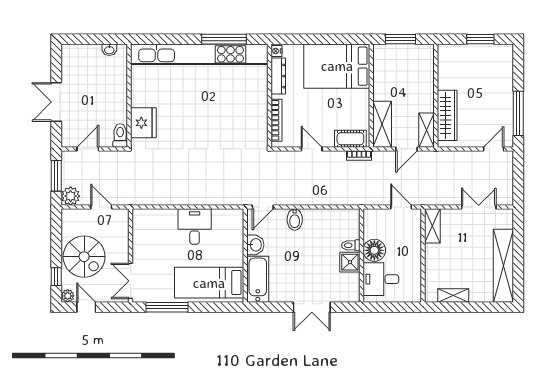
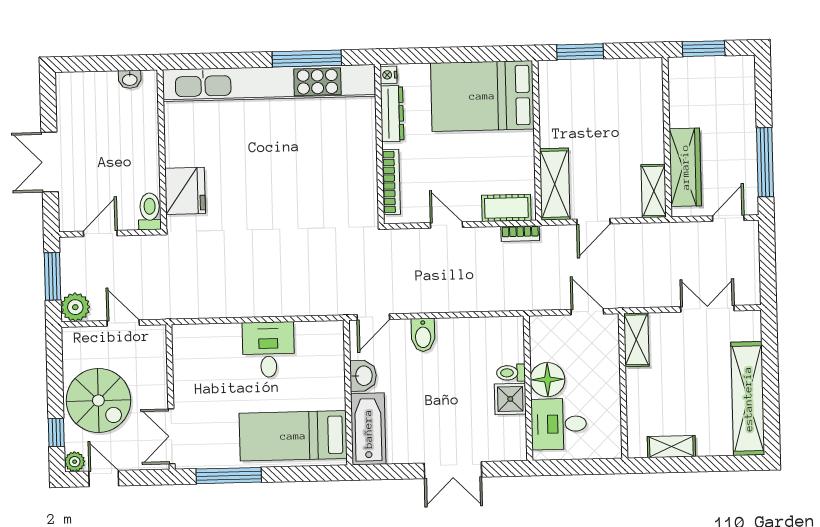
wall: (436, 96) -> (667, 137), moved
wardrobe: (447, 115) -> (685, 167), moved
shelving: (427, 130) -> (654, 191), moved

